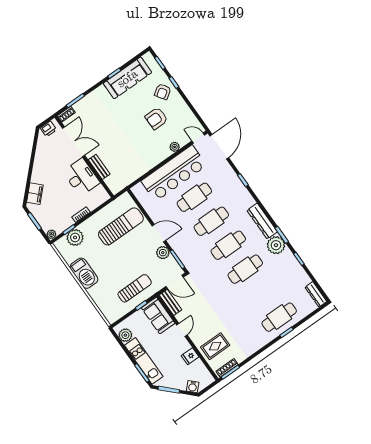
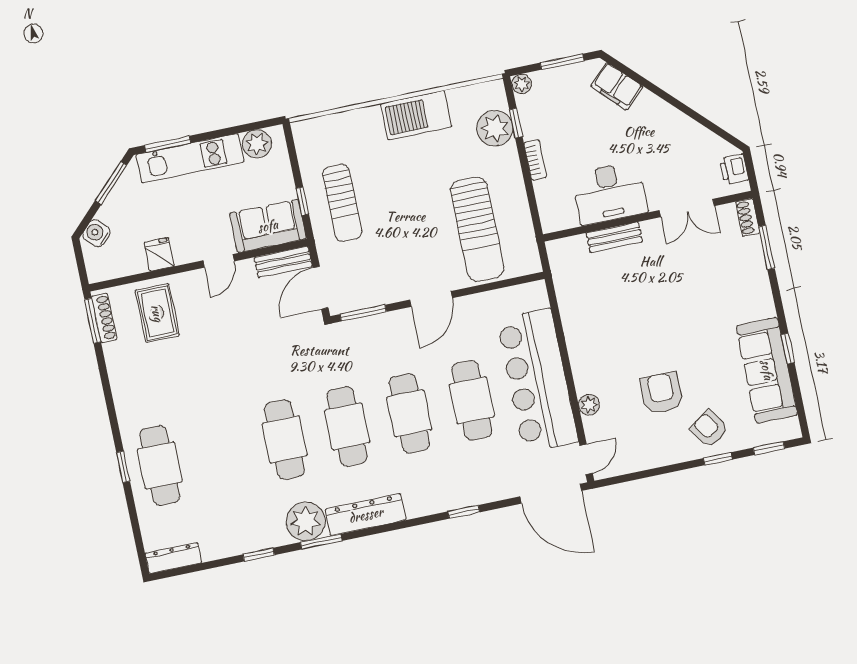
double door: (73, 142) -> (687, 208), width x0.73
plant: (163, 253) -> (389, 290), removed
door: (182, 330) -> (219, 261), hinge flipped

